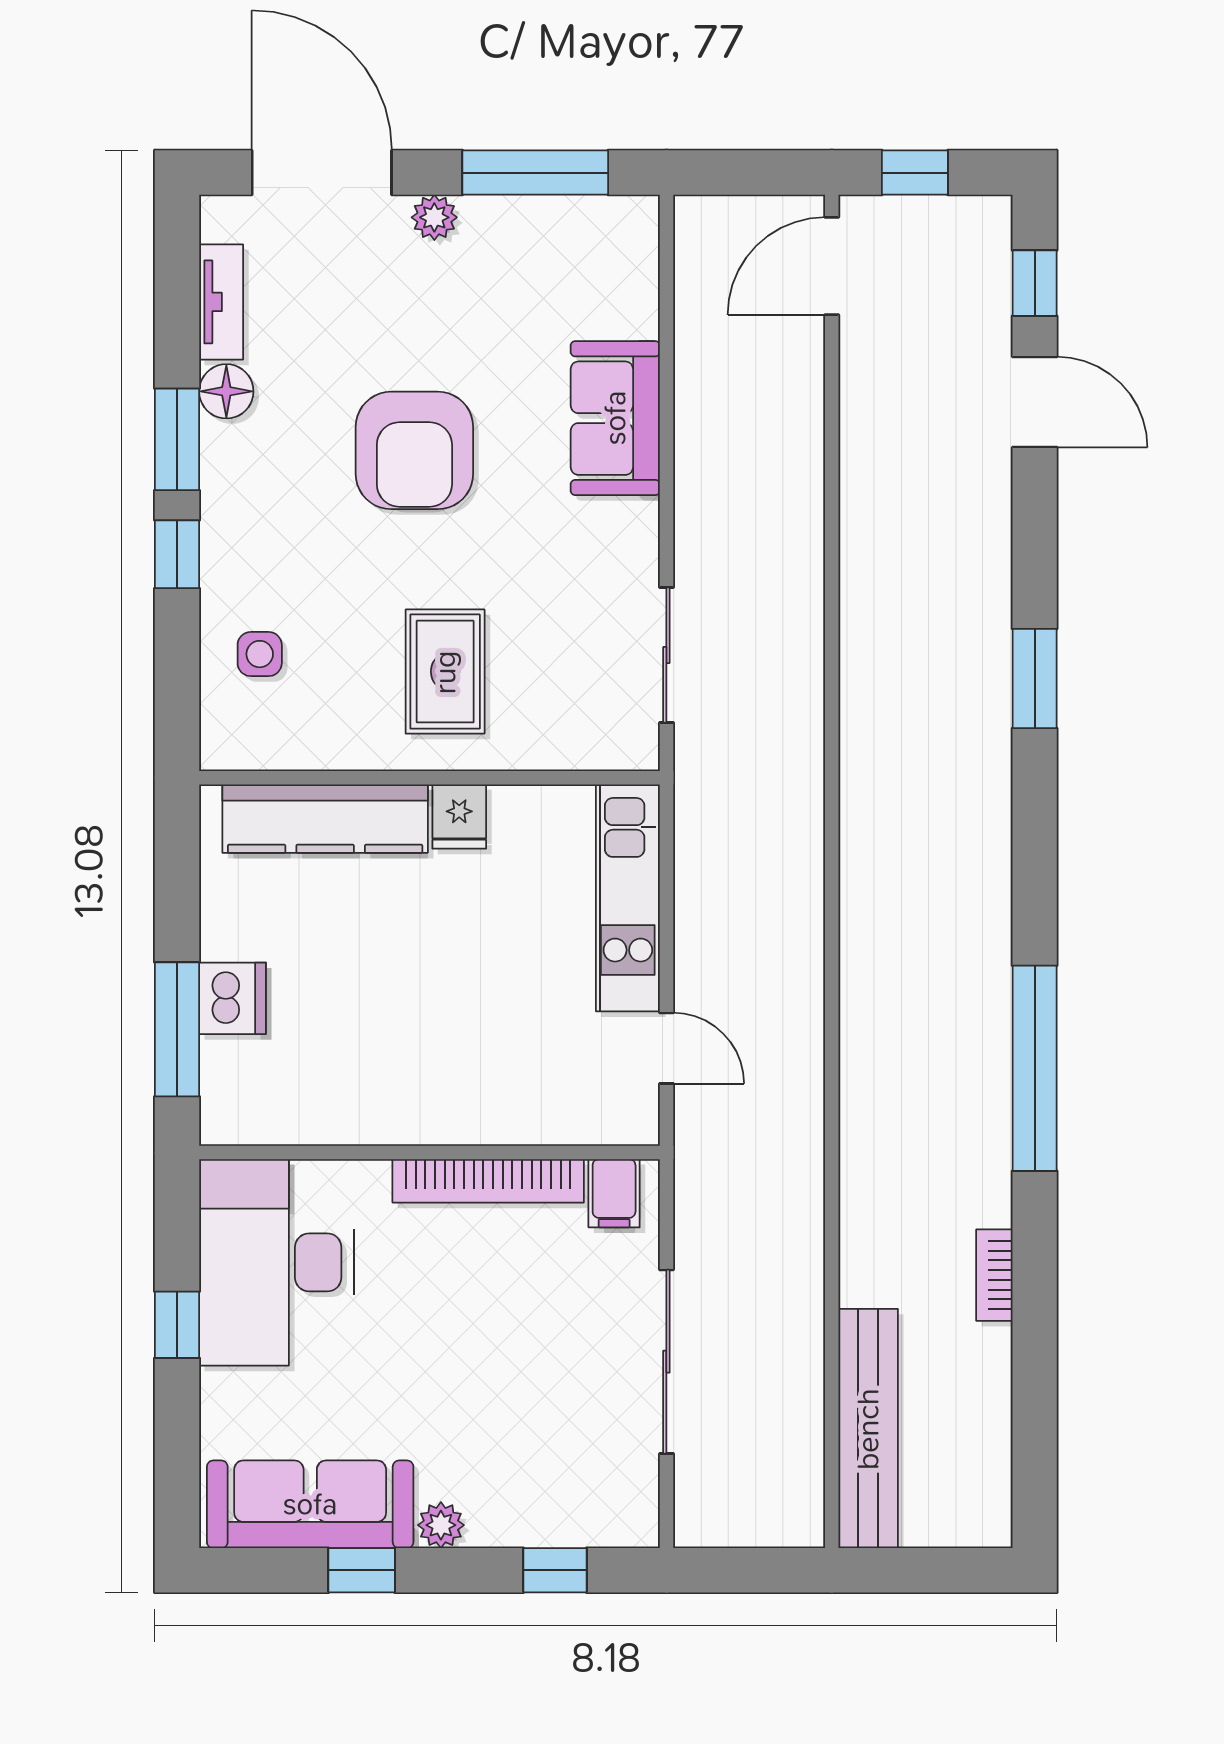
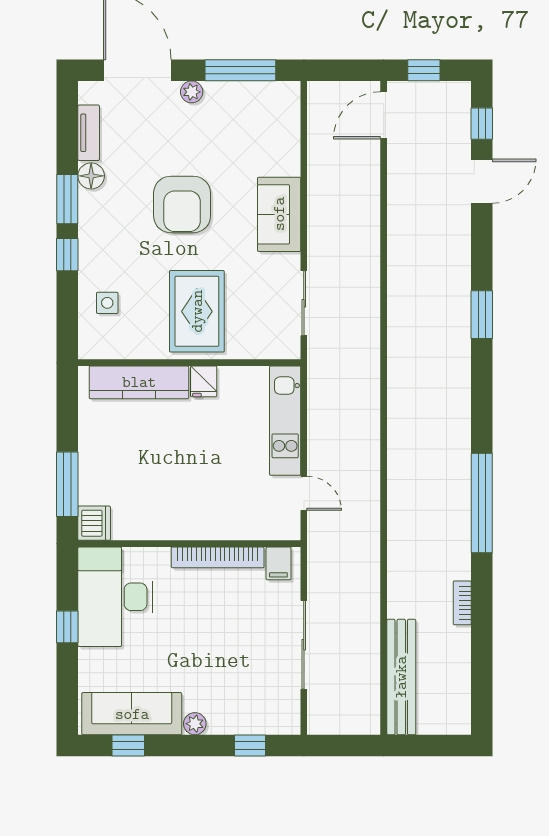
door: (1035, 402) -> (482, 181), hinge flipped
sofa: (615, 418) -> (279, 214), moved
rug: (445, 672) -> (197, 311), width x1.36, depth x1.43
dishwasher: (232, 998) -> (94, 523), moved
window: (362, 1570) -> (128, 745), moved

